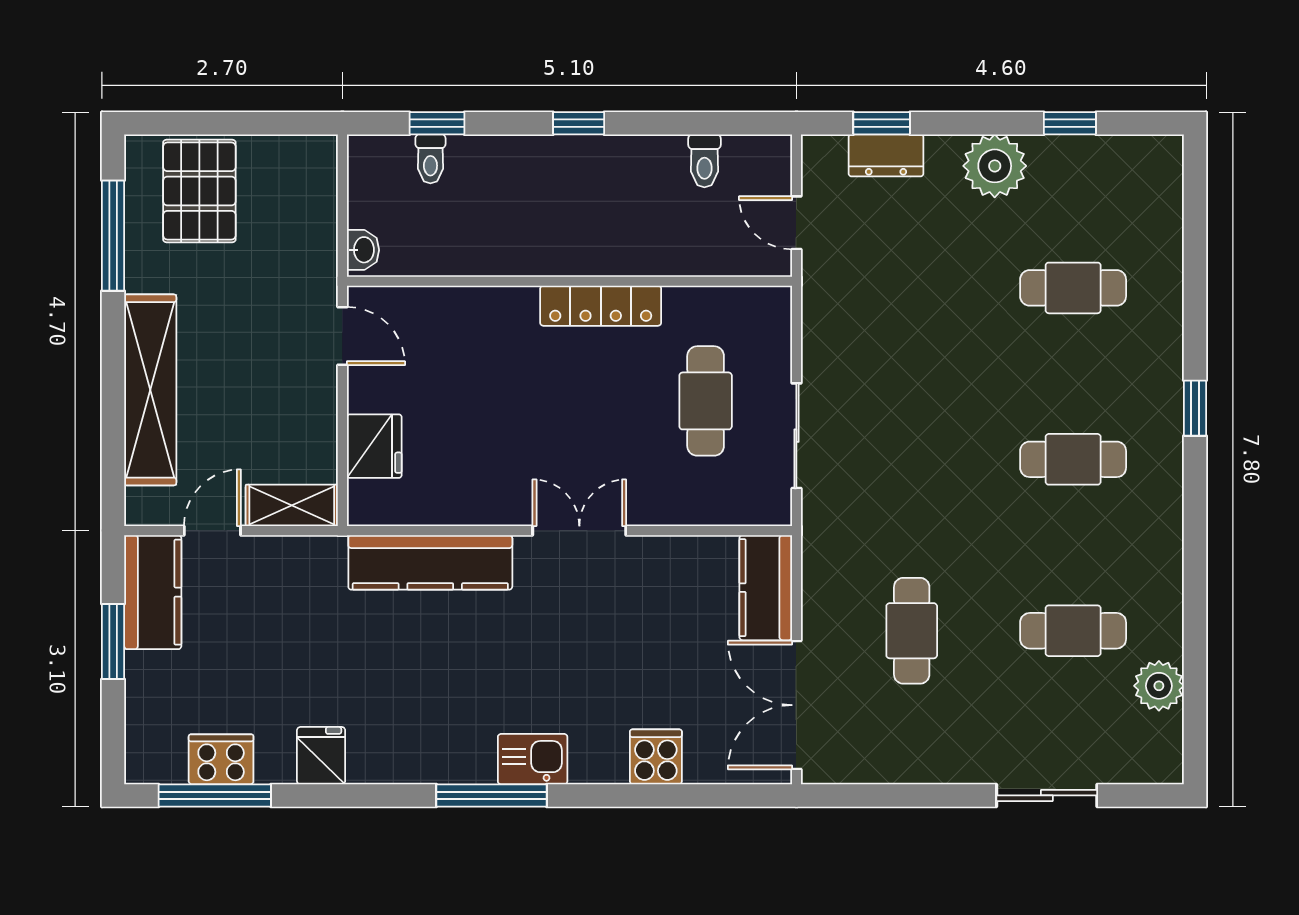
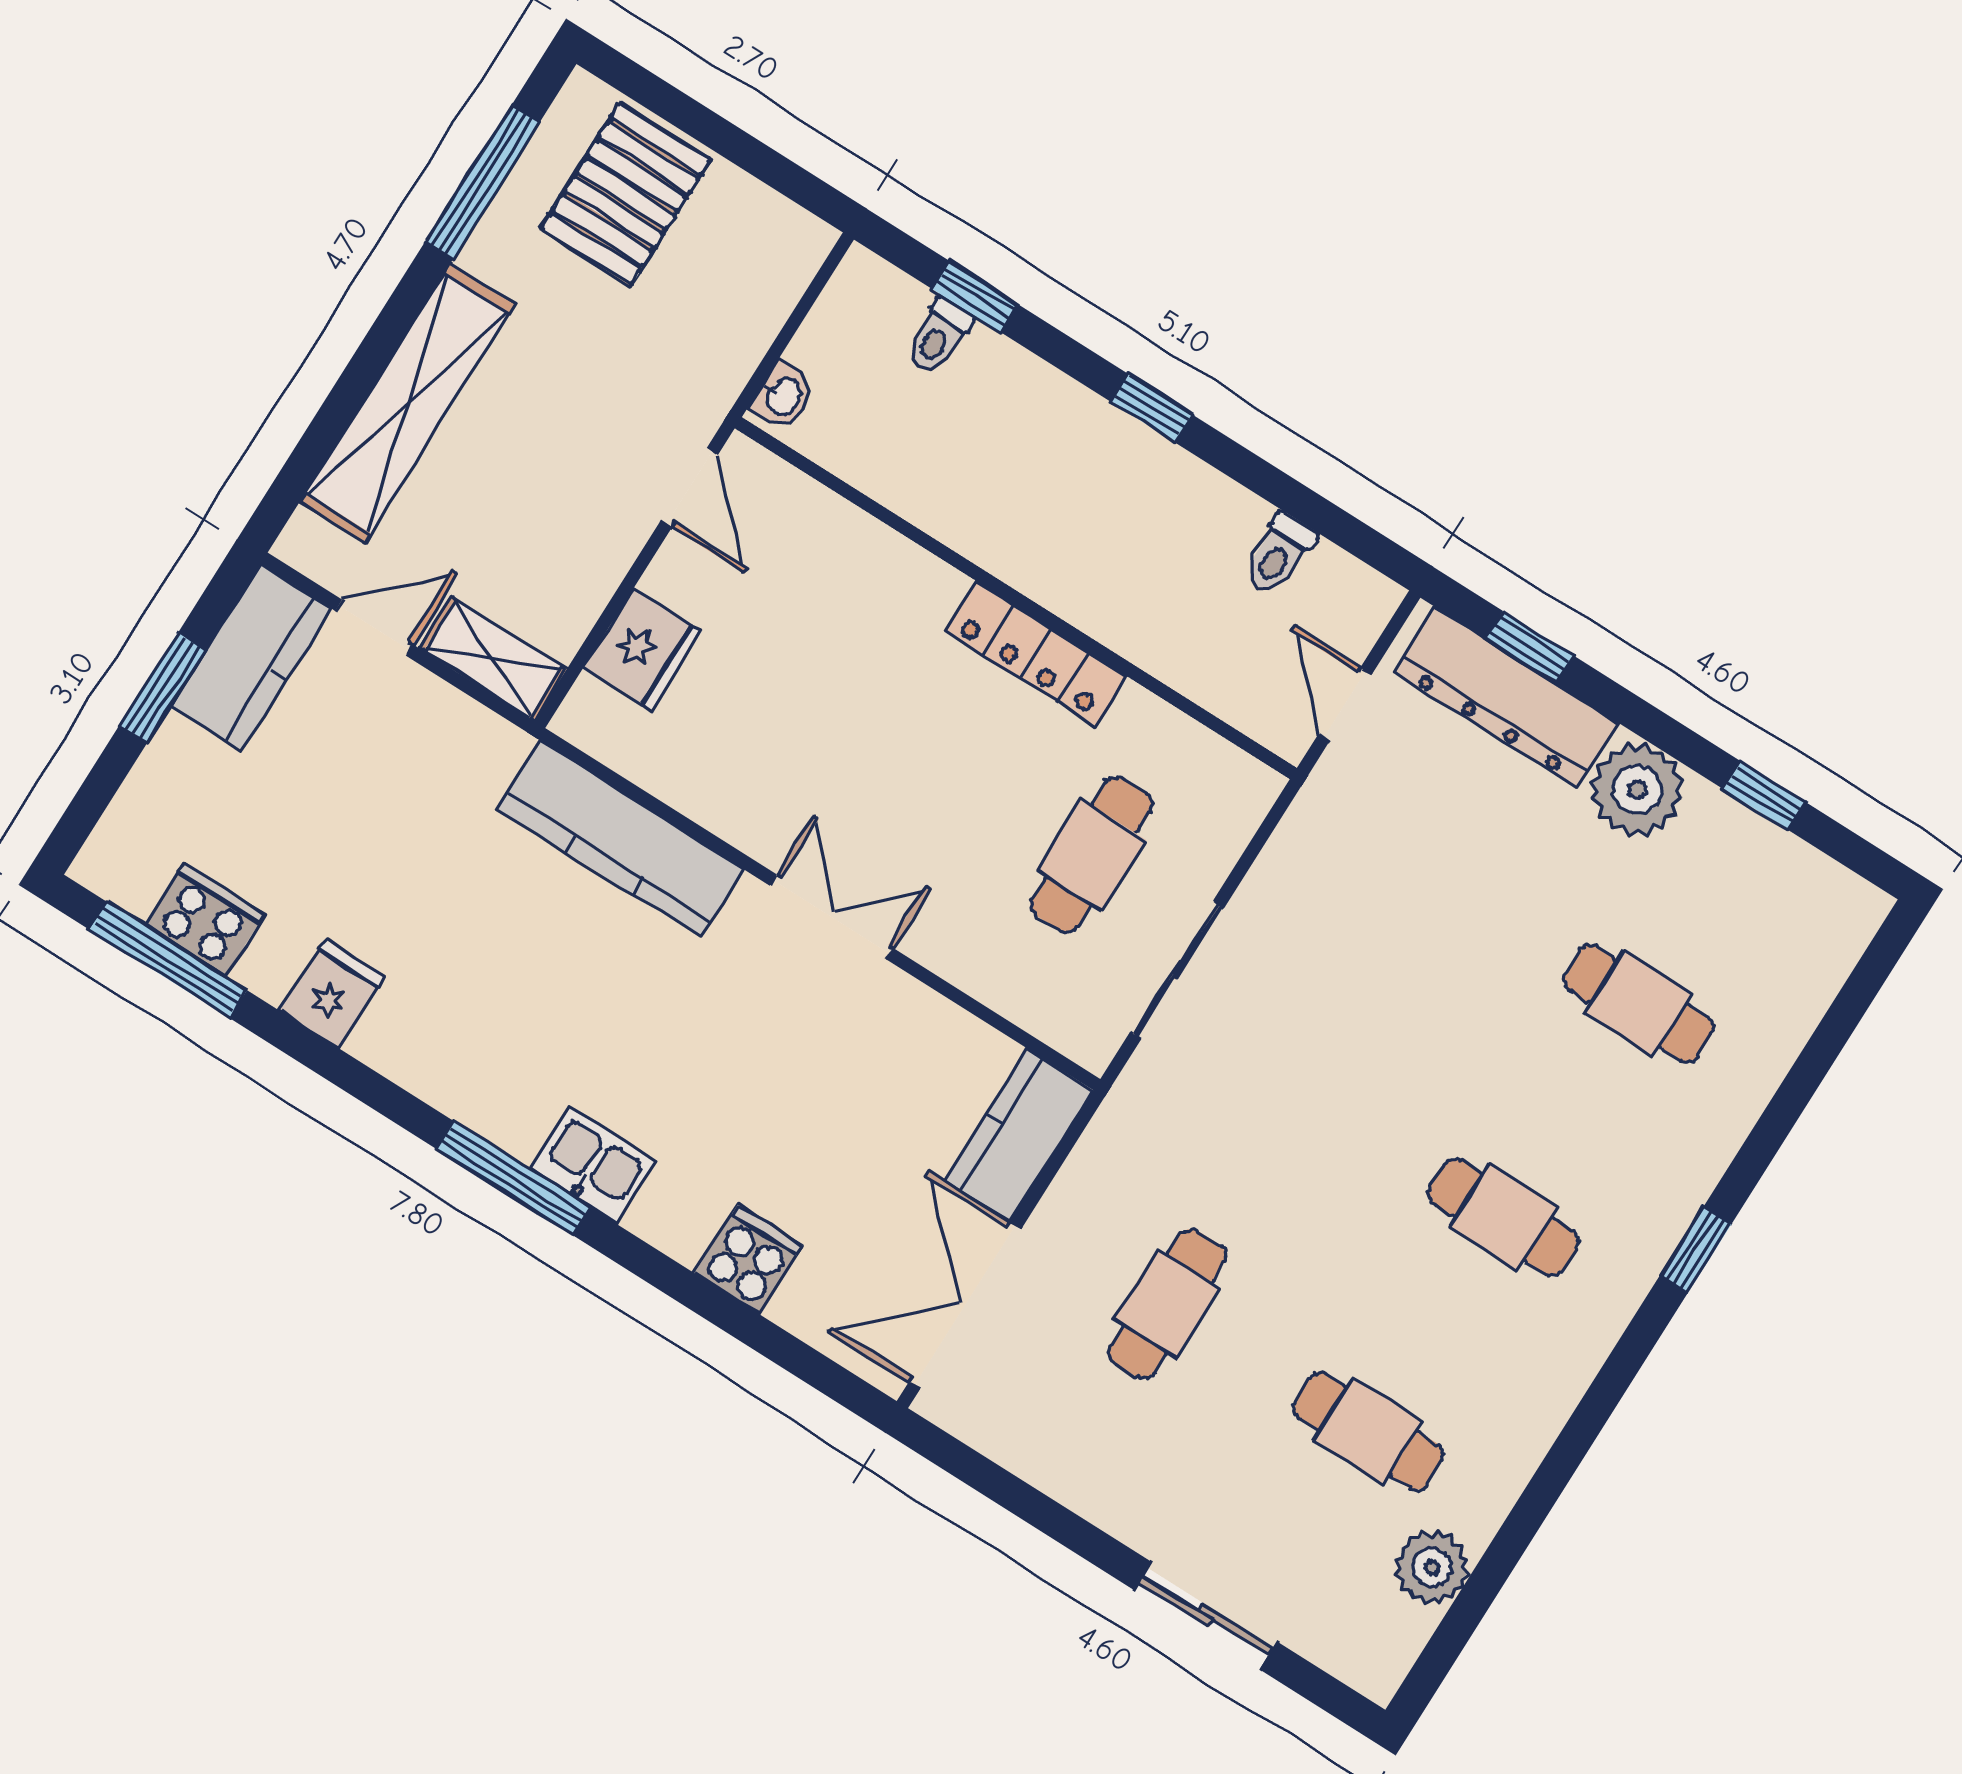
dresser: (886, 155) -> (1506, 697), width x1.96, depth x1.24

